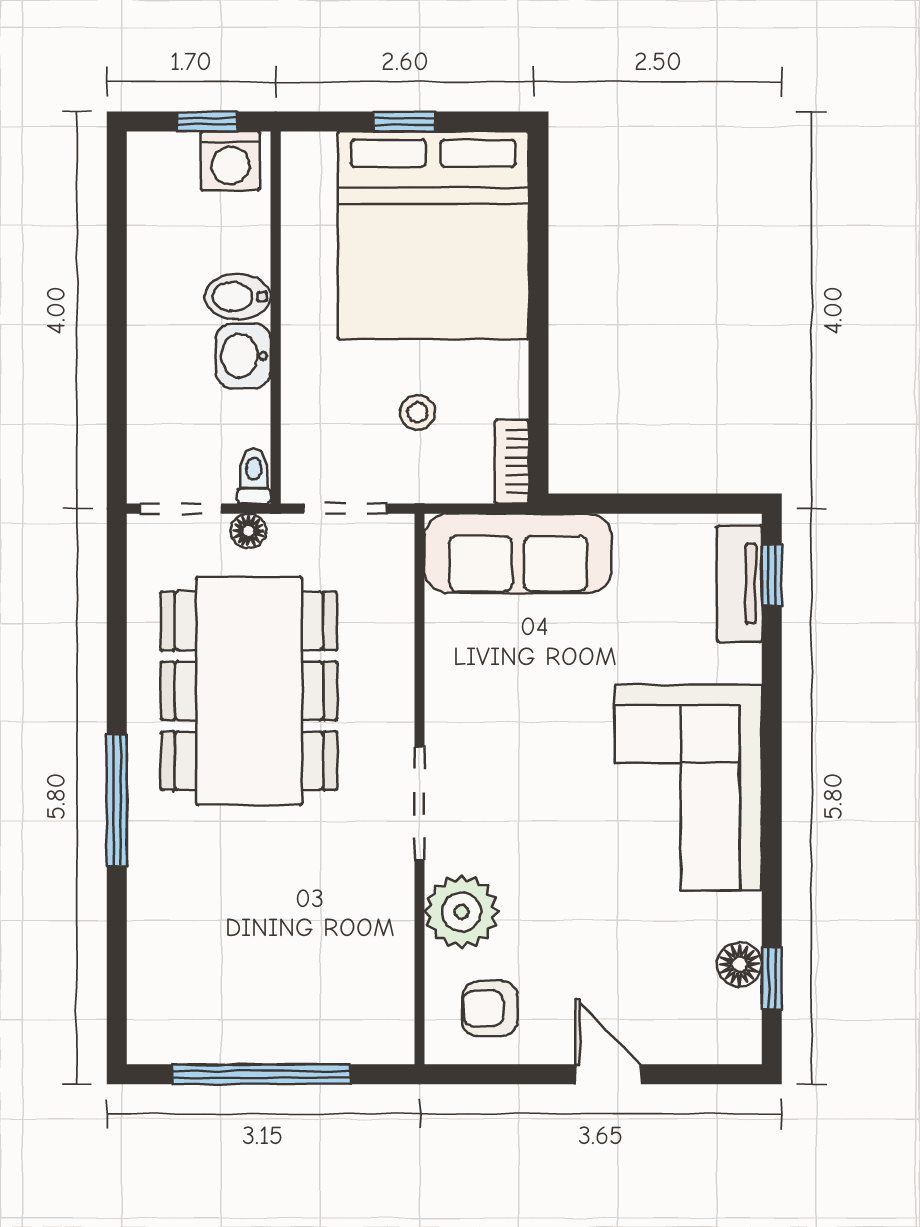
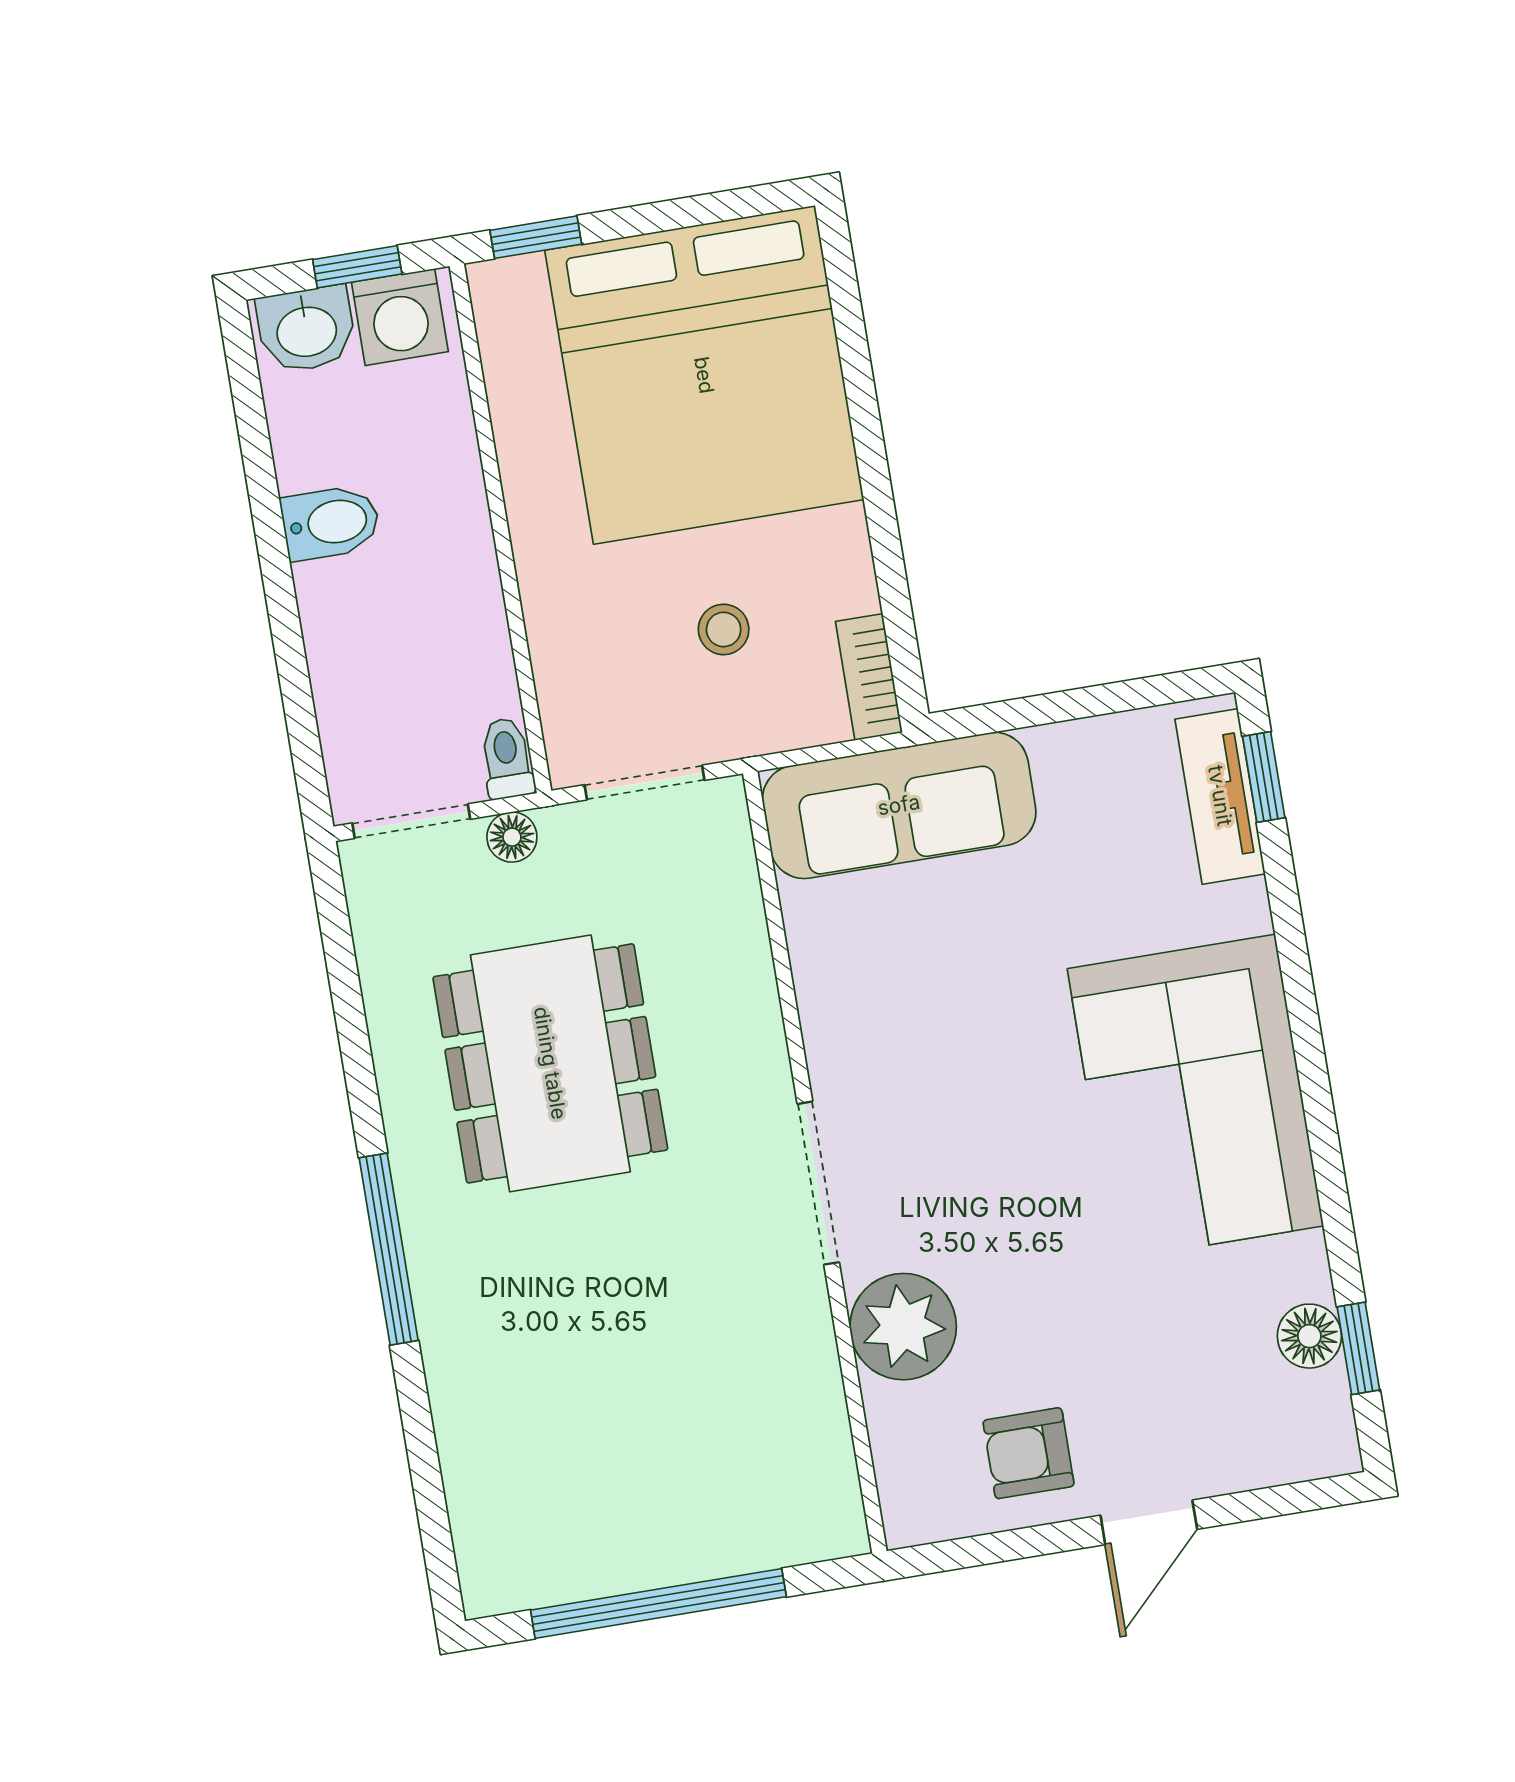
window: (405, 122) -> (536, 237), moved
bidet: (238, 297) -> (331, 523), moved, turned 180
washbasin: (243, 356) -> (306, 329), moved, turned -90
dining table: (249, 691) -> (550, 1063), width x0.73, depth x0.80
armchair: (490, 1009) -> (1029, 1453), moved
door: (608, 1074) -> (1149, 1522), swing flipped

